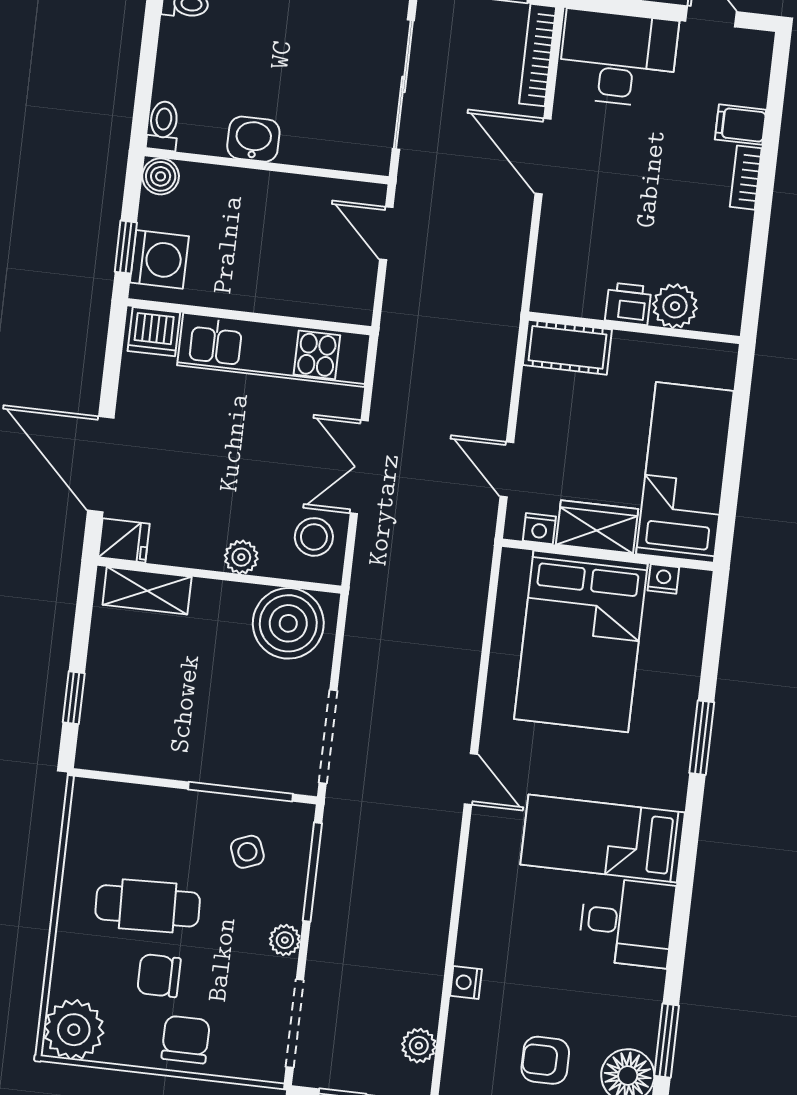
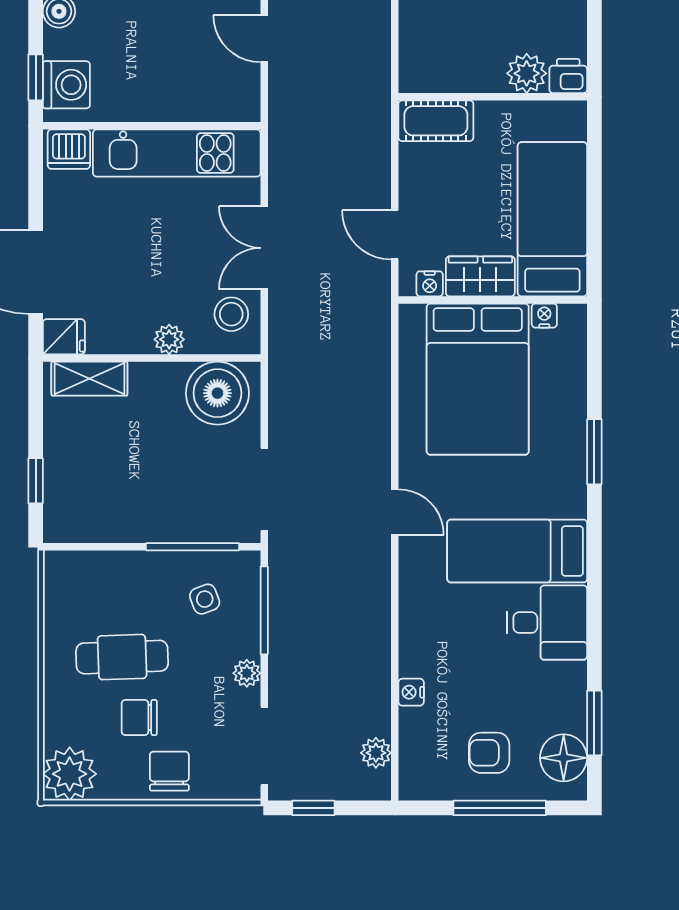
printer: (628, 304) -> (568, 76), moved

